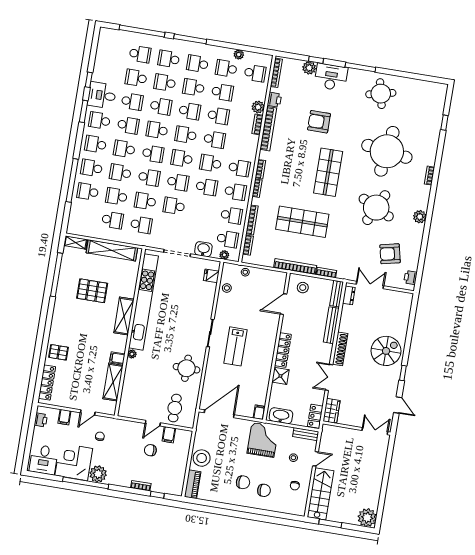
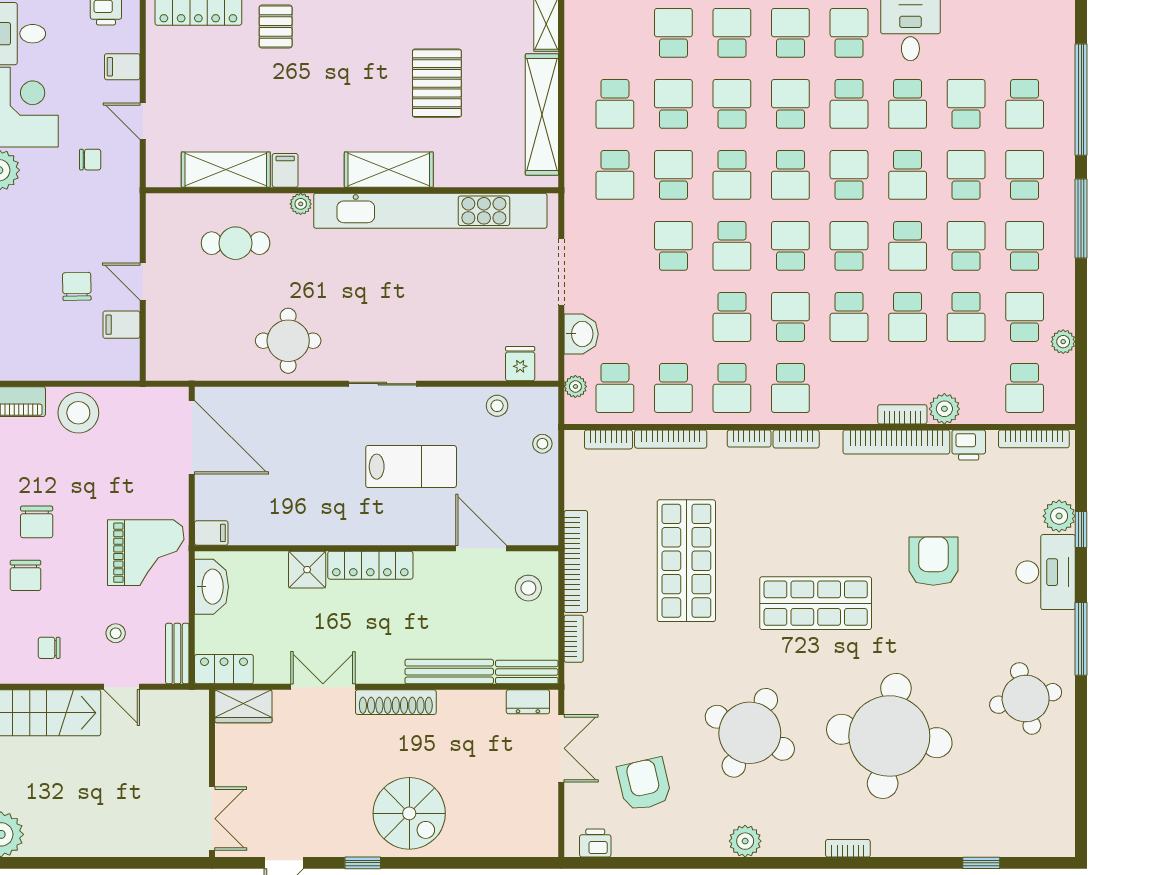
lab bench: (235, 346) -> (411, 467), moved, turned 180
cafe table: (175, 408) -> (236, 243), moved

